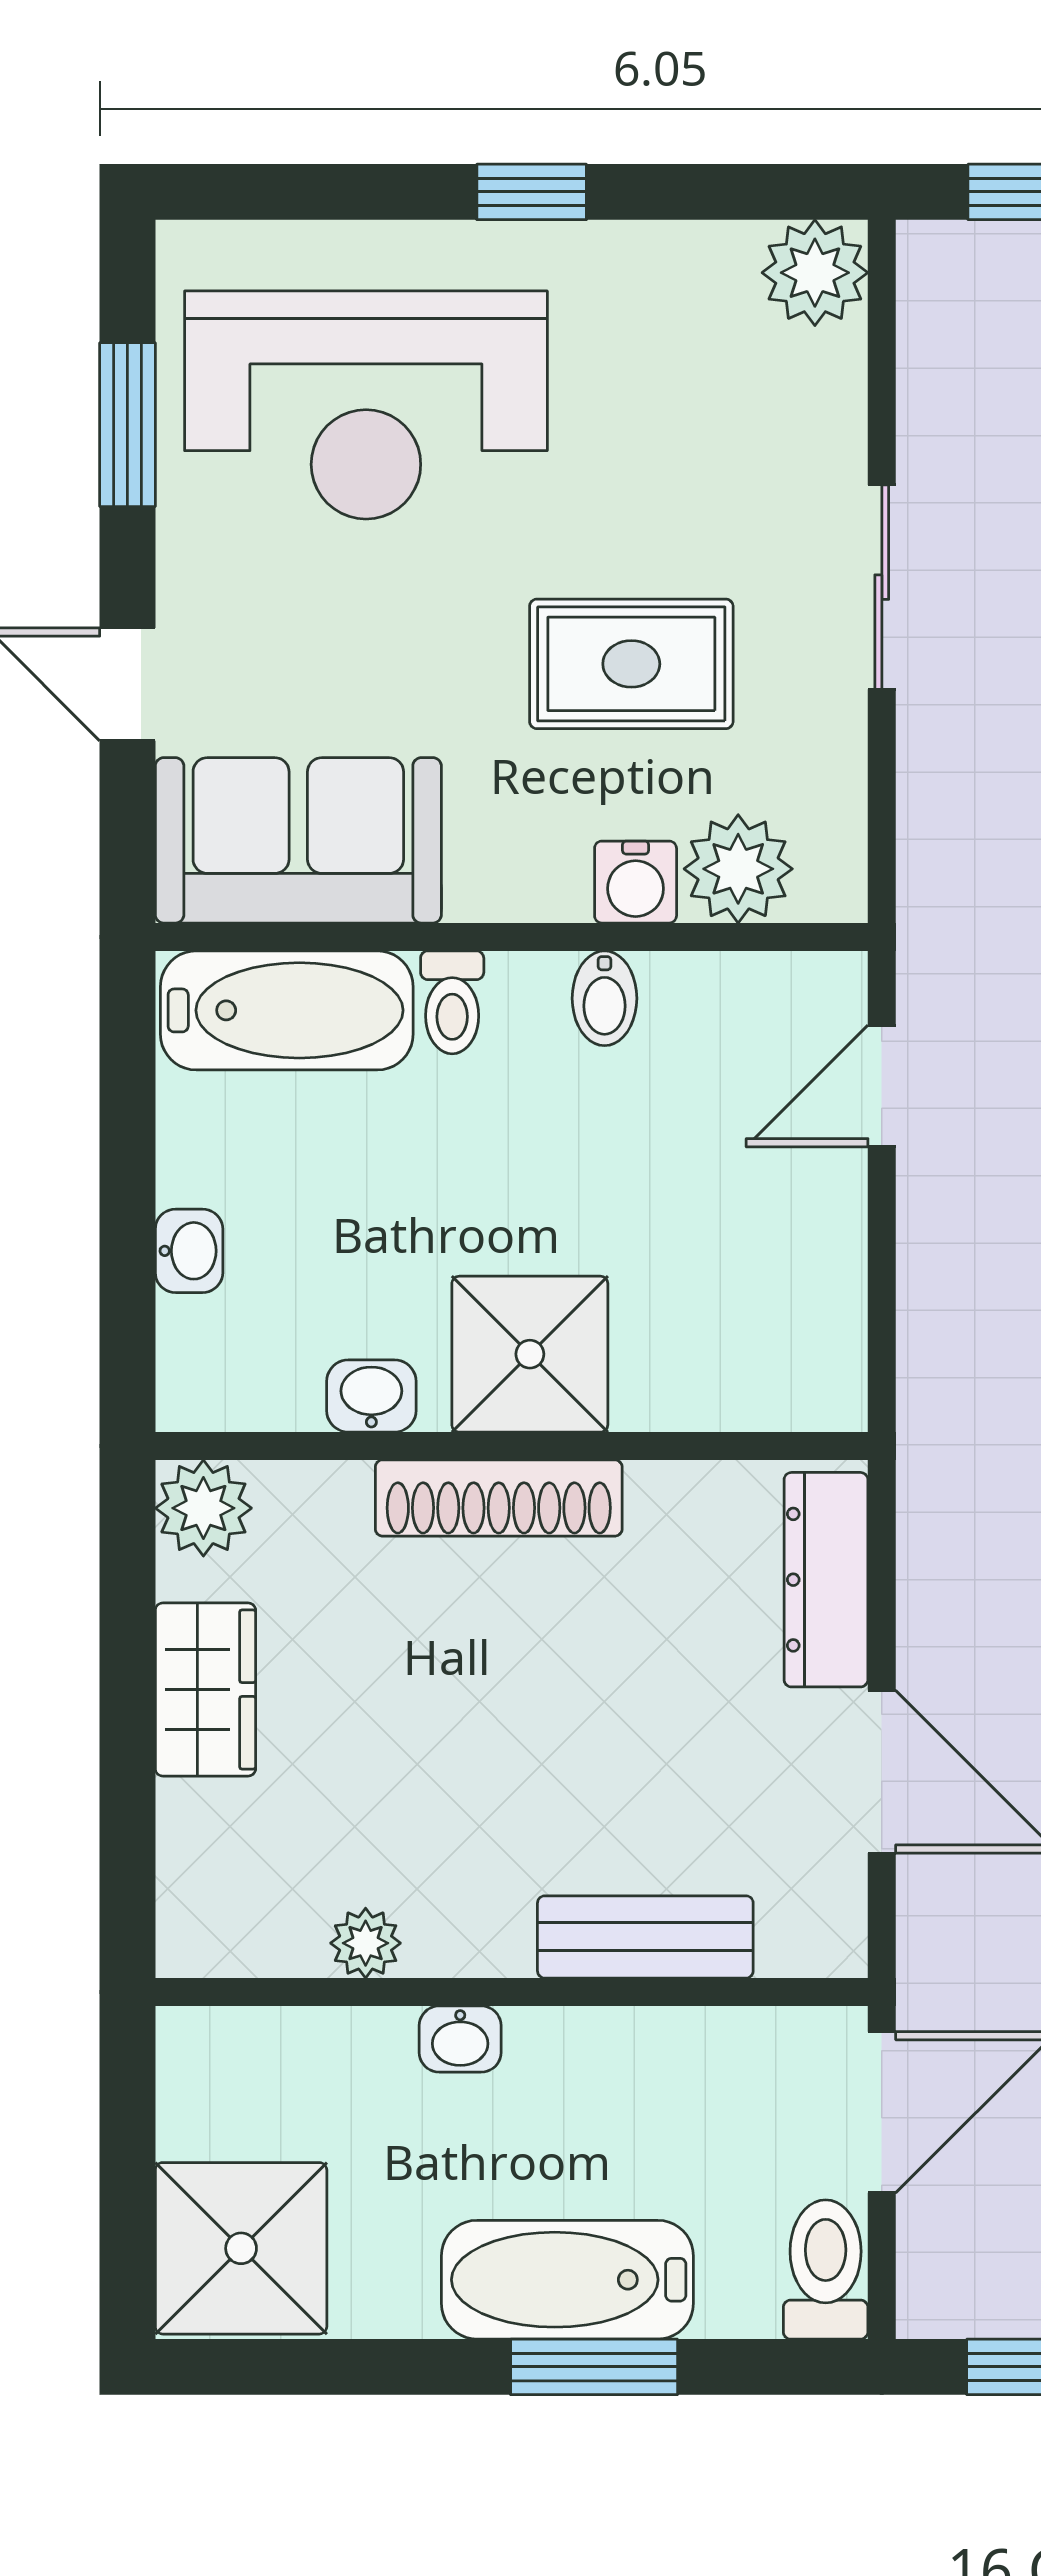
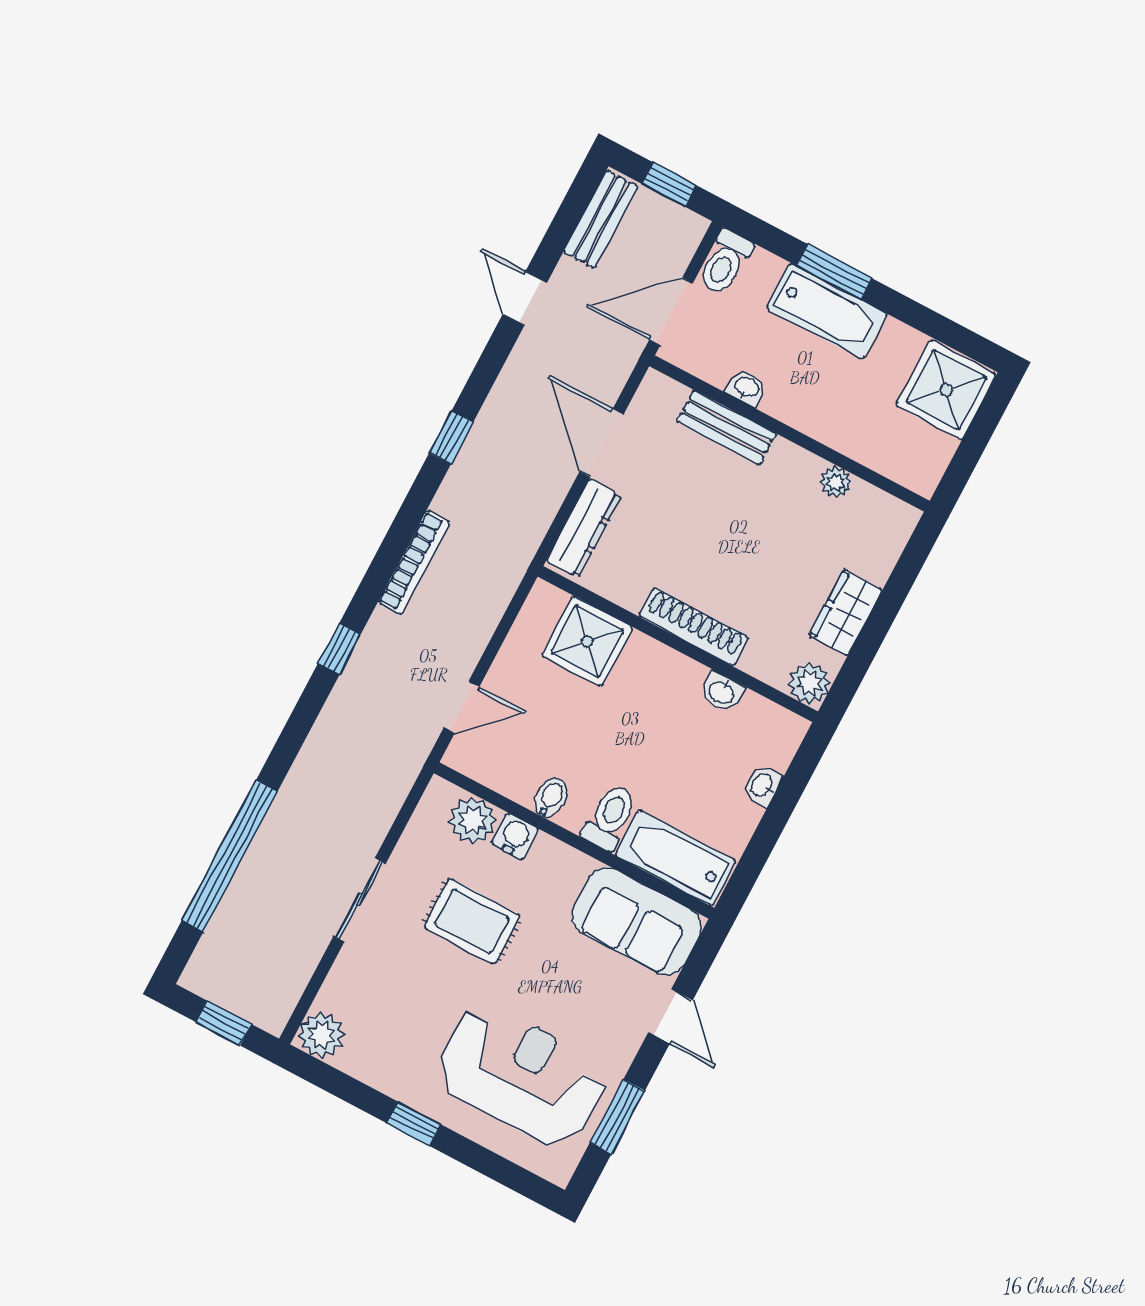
toilet: (452, 1002) -> (610, 817), width x1.37, depth x1.39
shower: (530, 1354) -> (587, 641), moved
washbasin: (460, 2039) -> (747, 388), moved

